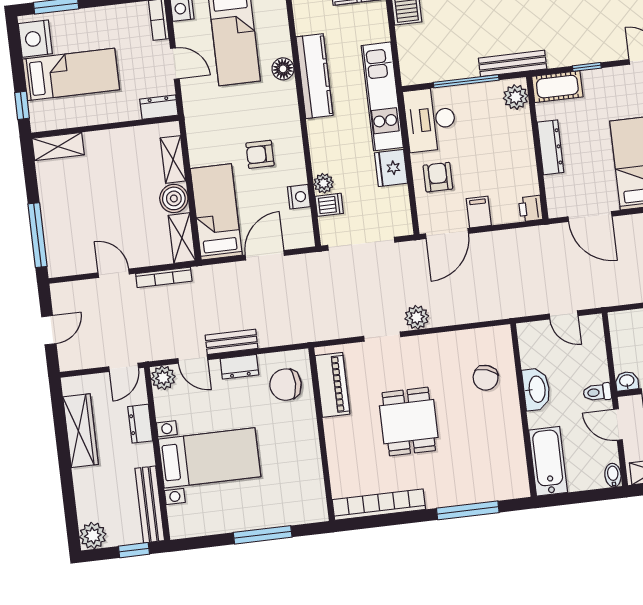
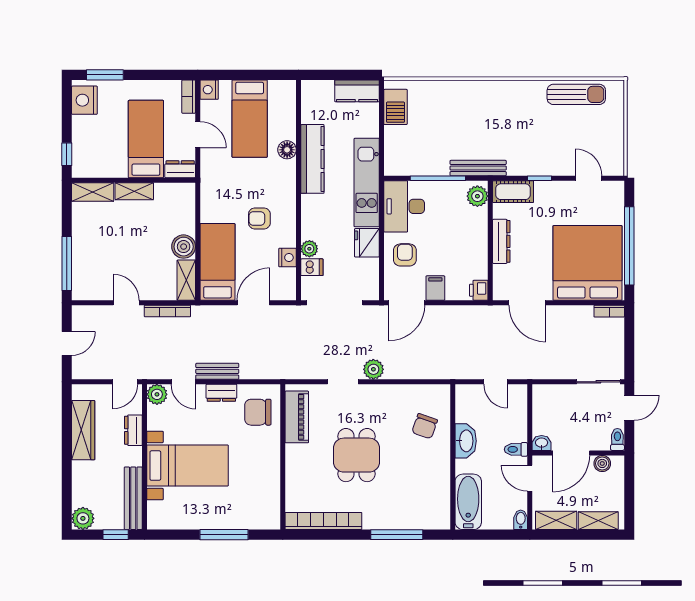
bed: (71, 74) -> (146, 139), moved, turned -90
shelving: (173, 159) -> (134, 191), moved, turned 90

